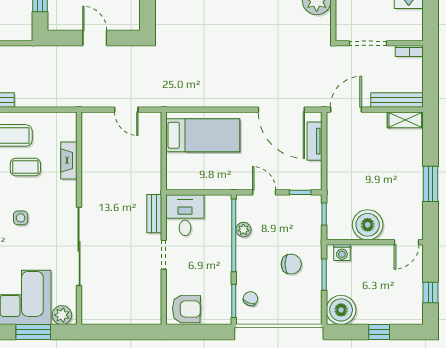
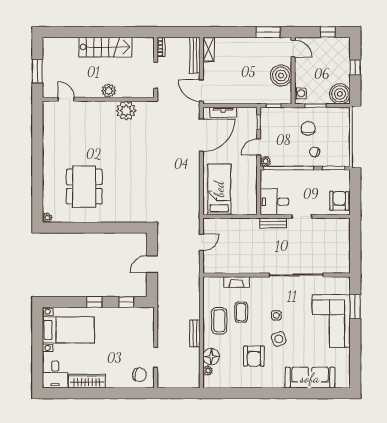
window: (431, 184) -> (268, 32), moved
plant: (243, 230) -> (265, 161), moved
chair: (250, 299) -> (314, 152), moved
plant: (62, 315) -> (343, 287), removed

